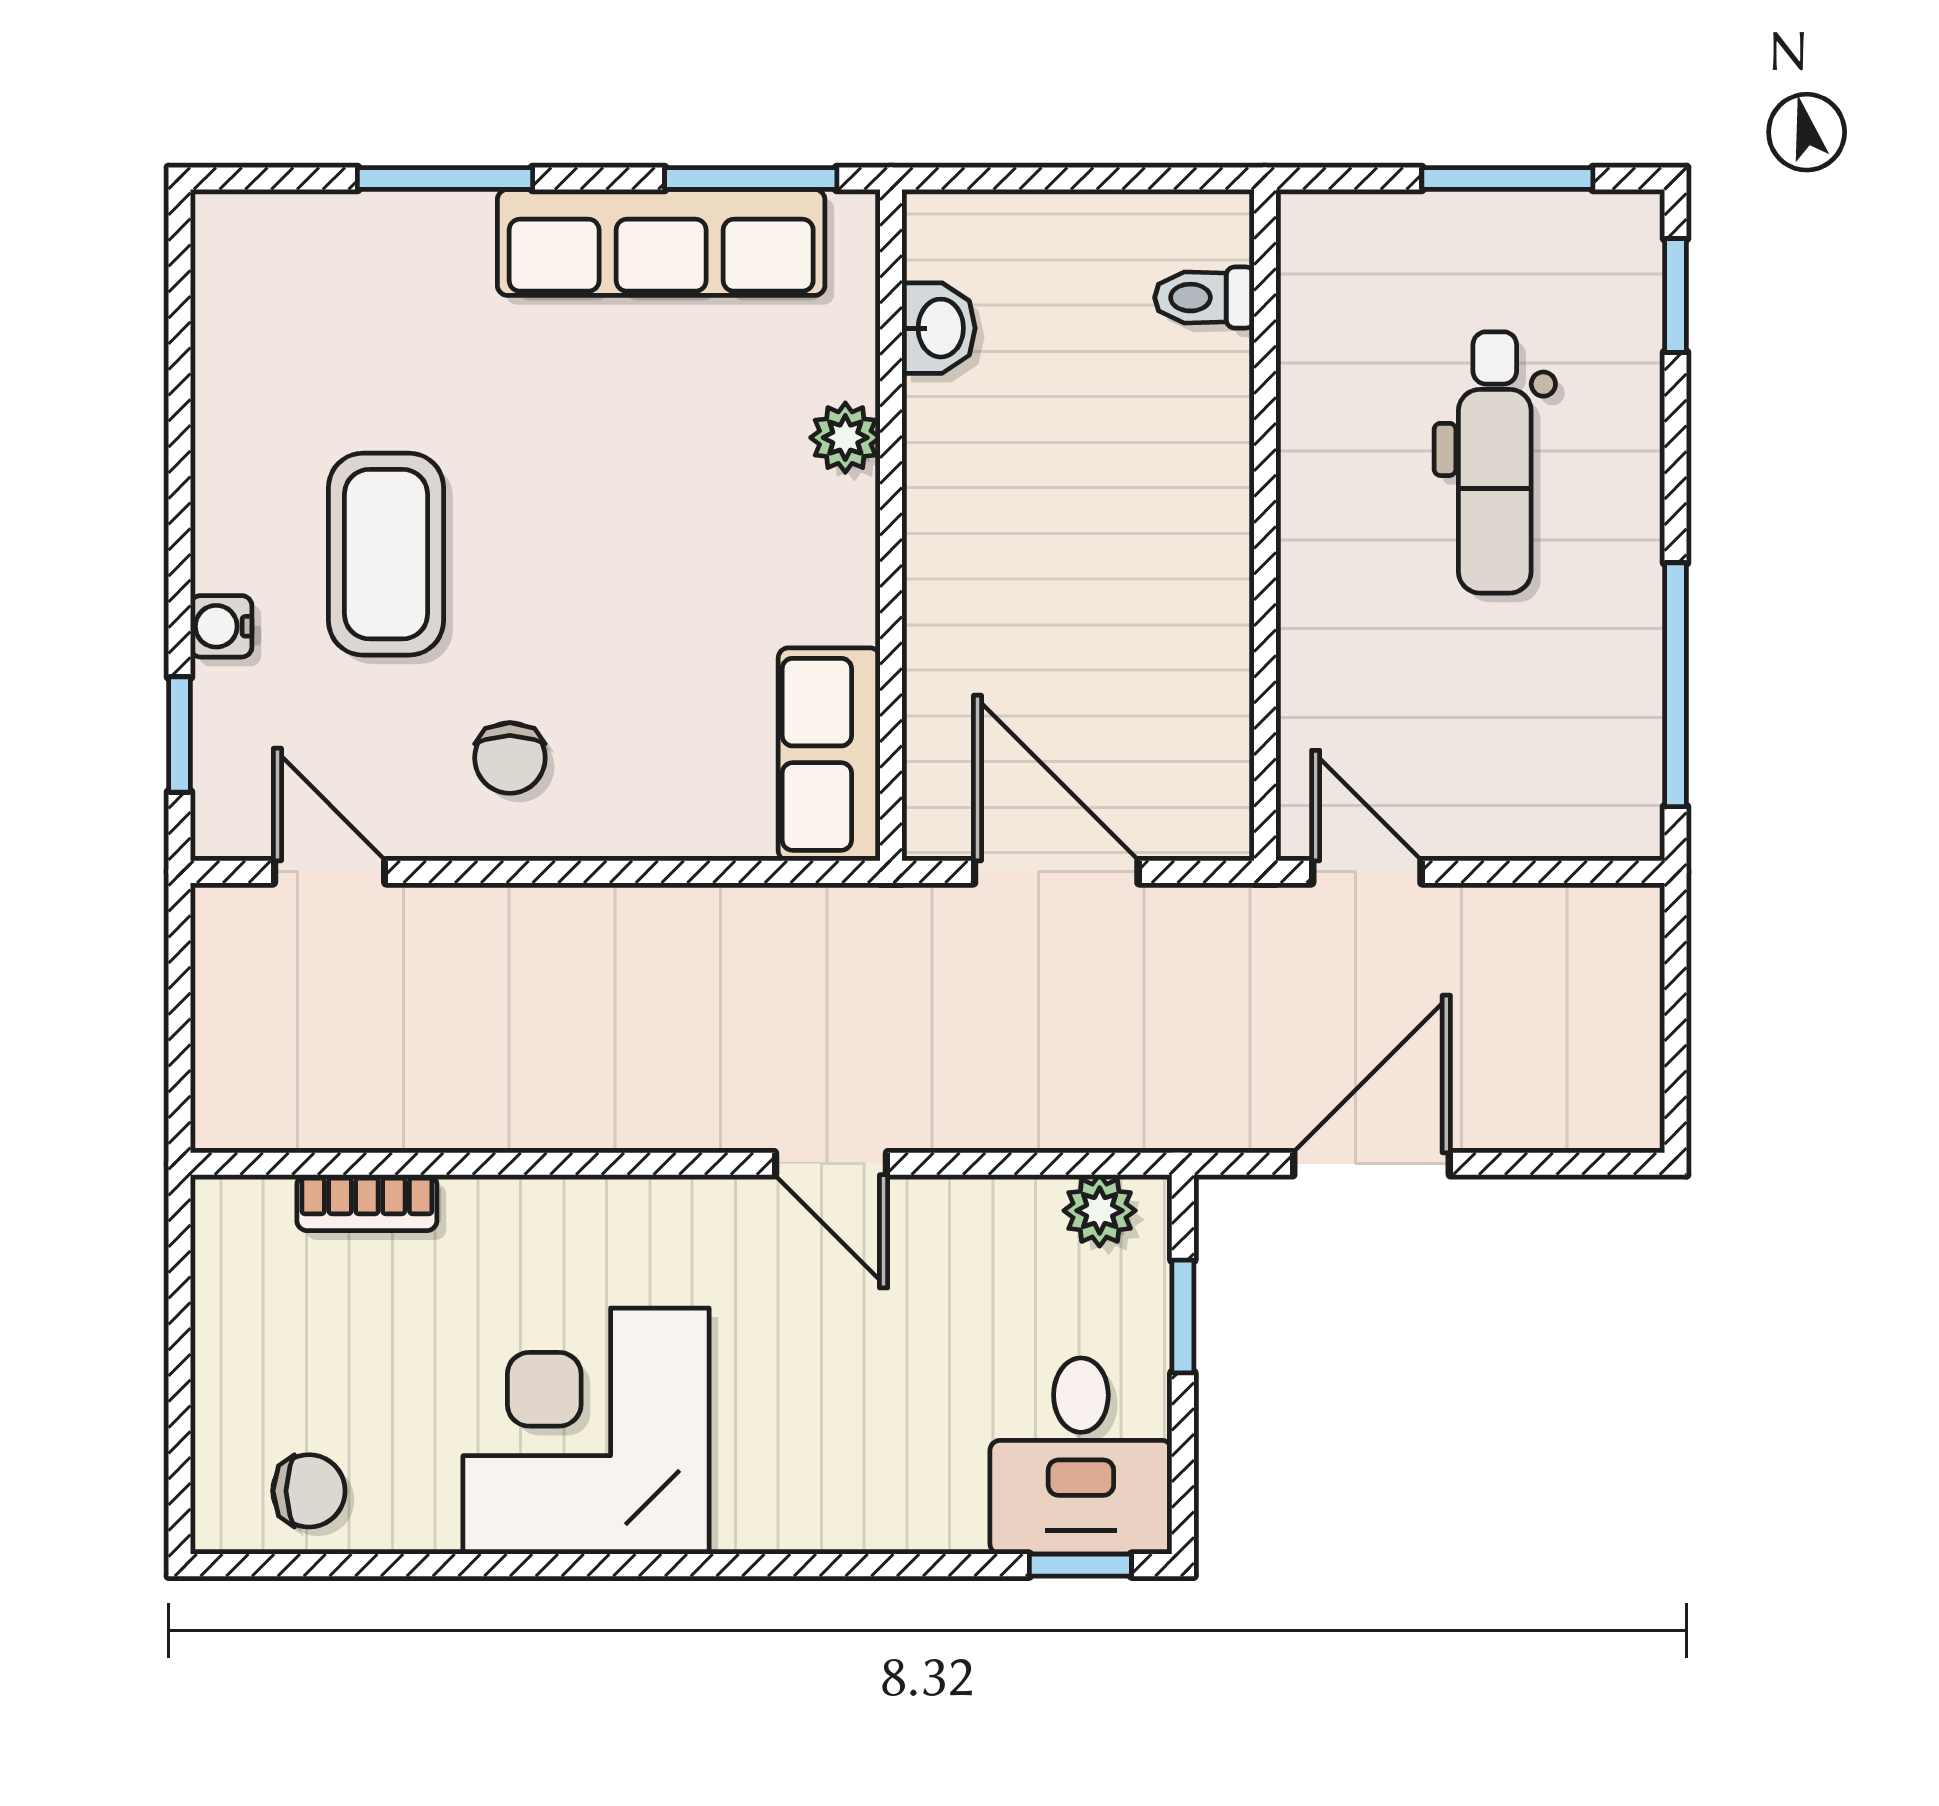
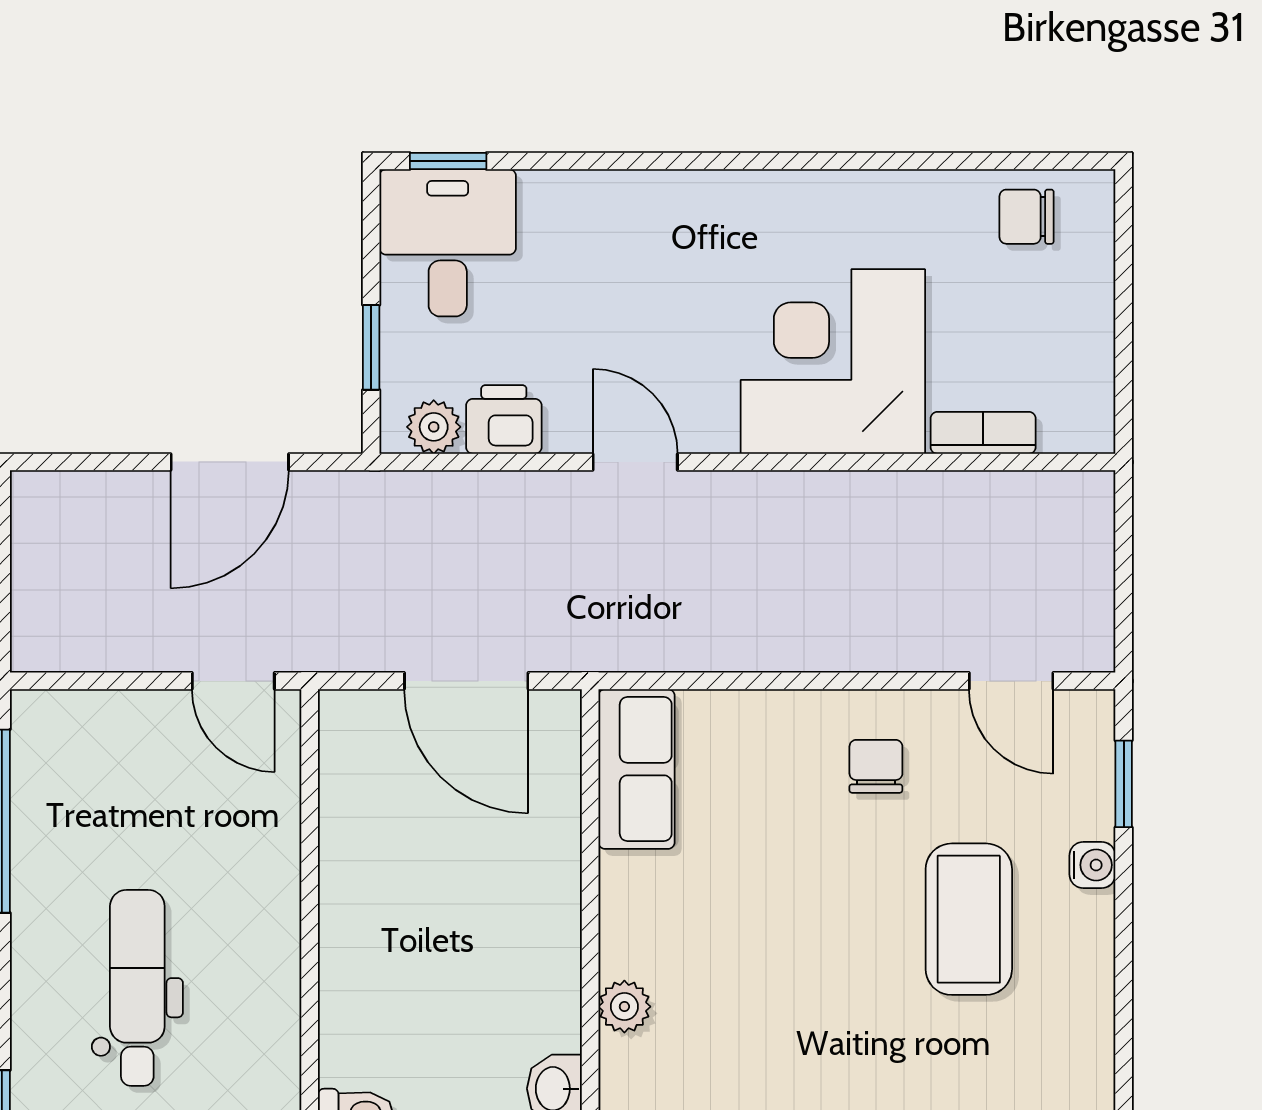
printer: (1006, 1220) -> (504, 419), added
corner desk: (586, 1431) -> (833, 362), moved, turned 180

